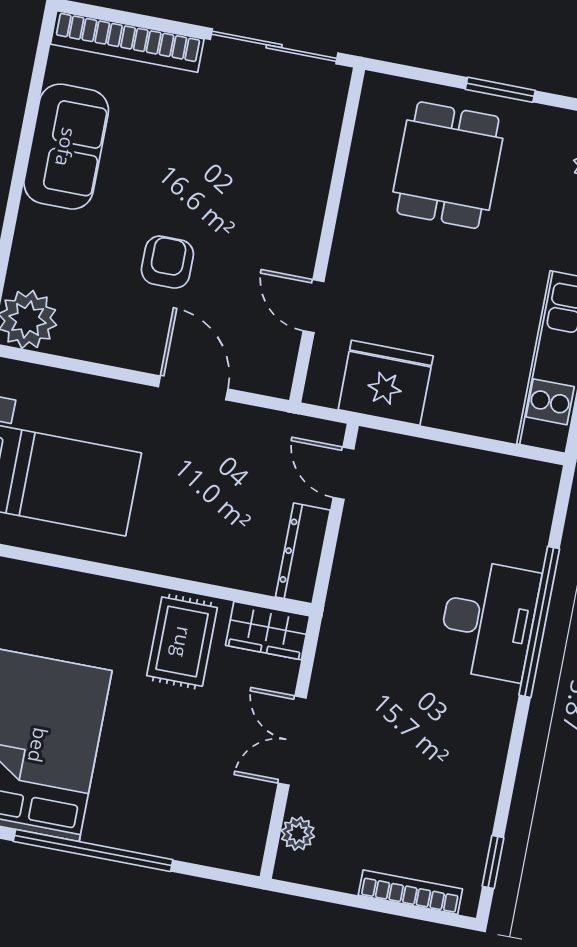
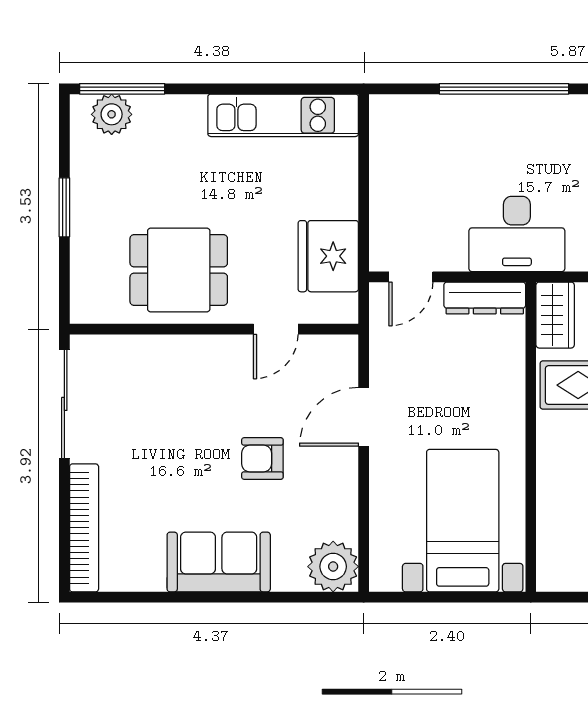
sofa: (66, 147) -> (219, 562), moved
dining table: (448, 165) -> (179, 270), moved
desk: (488, 620) -> (517, 234), moved, turned 180

